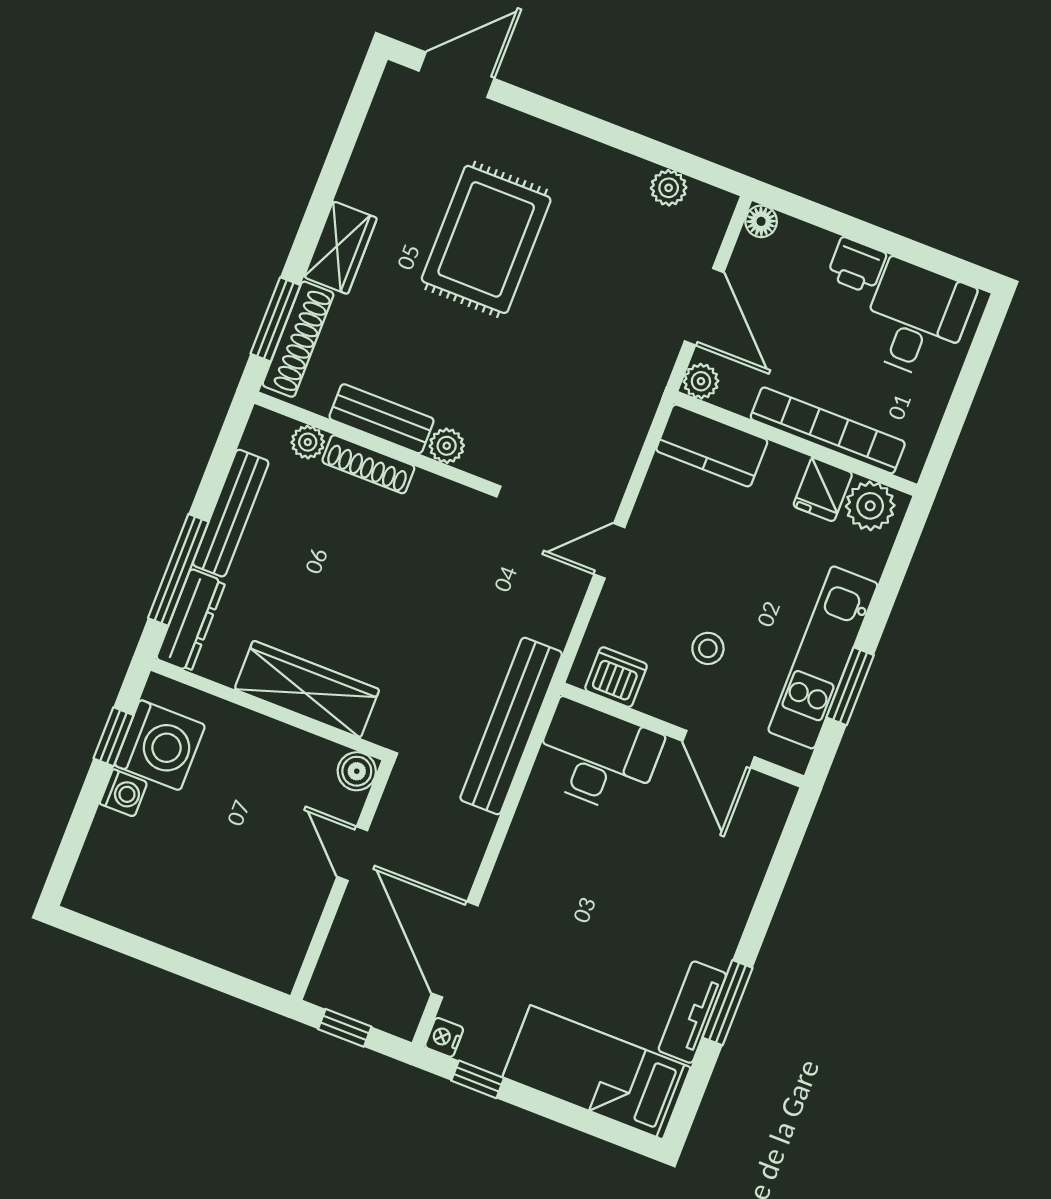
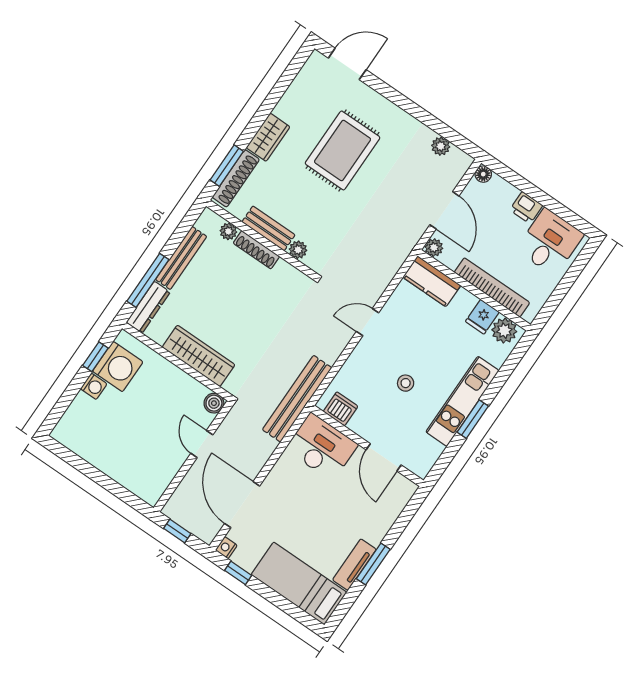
dishwasher: (616, 677) -> (341, 409), moved
wall: (682, 735) -> (367, 446), moved
door: (719, 749) -> (384, 457), moved
desk: (597, 757) -> (322, 447), moved

